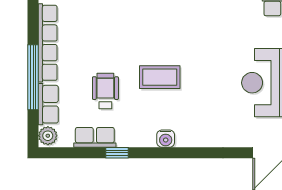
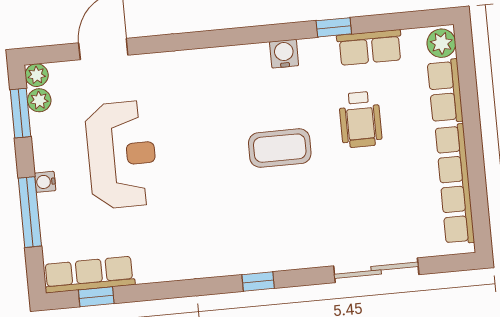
window: (33, 77) -> (472, 130), removed
water cooler: (166, 139) -> (284, 54), moved

